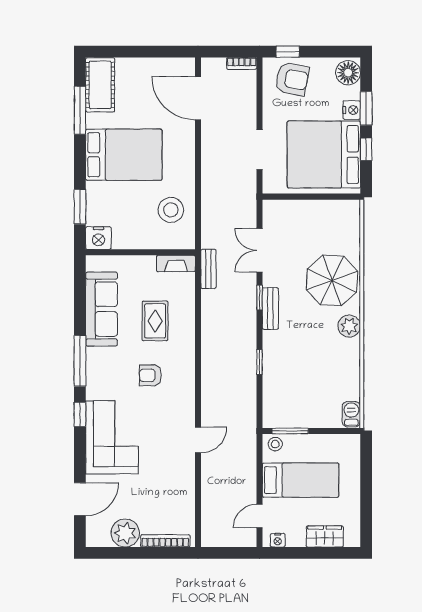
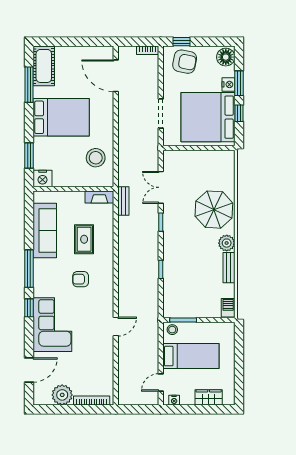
bench: (270, 309) -> (229, 268), moved

